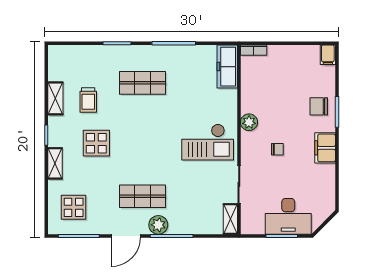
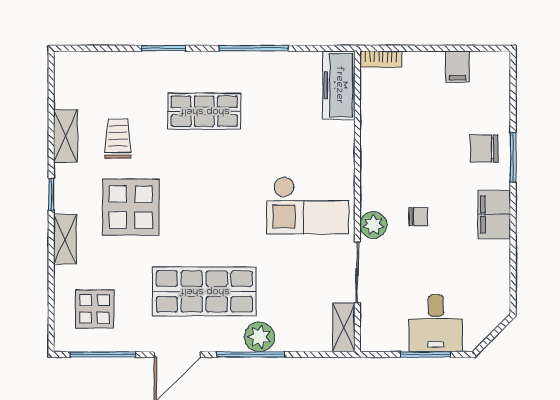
filing cabinet: (328, 55) -> (458, 67), moved
trolley: (88, 100) -> (118, 139), turned 180
plant: (249, 122) -> (373, 225), moved
display table: (96, 143) -> (131, 207), width x1.36, depth x1.36
shop shelf: (143, 196) -> (204, 291), width x1.43, depth x1.36
desk: (288, 216) -> (436, 323), width x0.73
plant: (158, 225) -> (259, 337), moved

